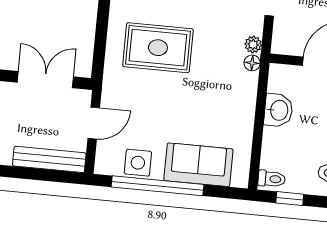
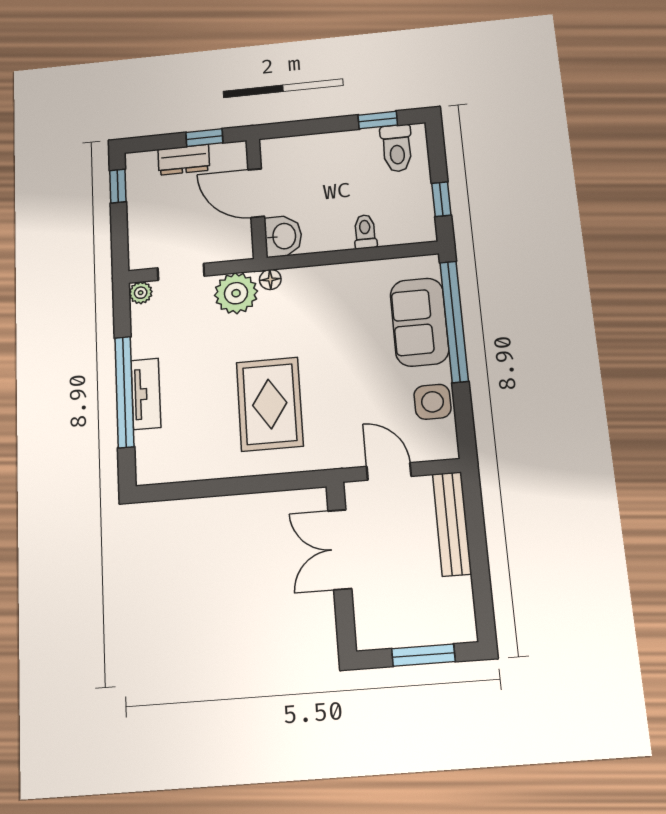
plant: (253, 44) -> (236, 293), width x1.87, depth x1.87
washbasin: (278, 110) -> (283, 236), moved, turned 90
toilet: (272, 179) -> (365, 232), moved
window: (158, 186) -> (454, 321), moved

